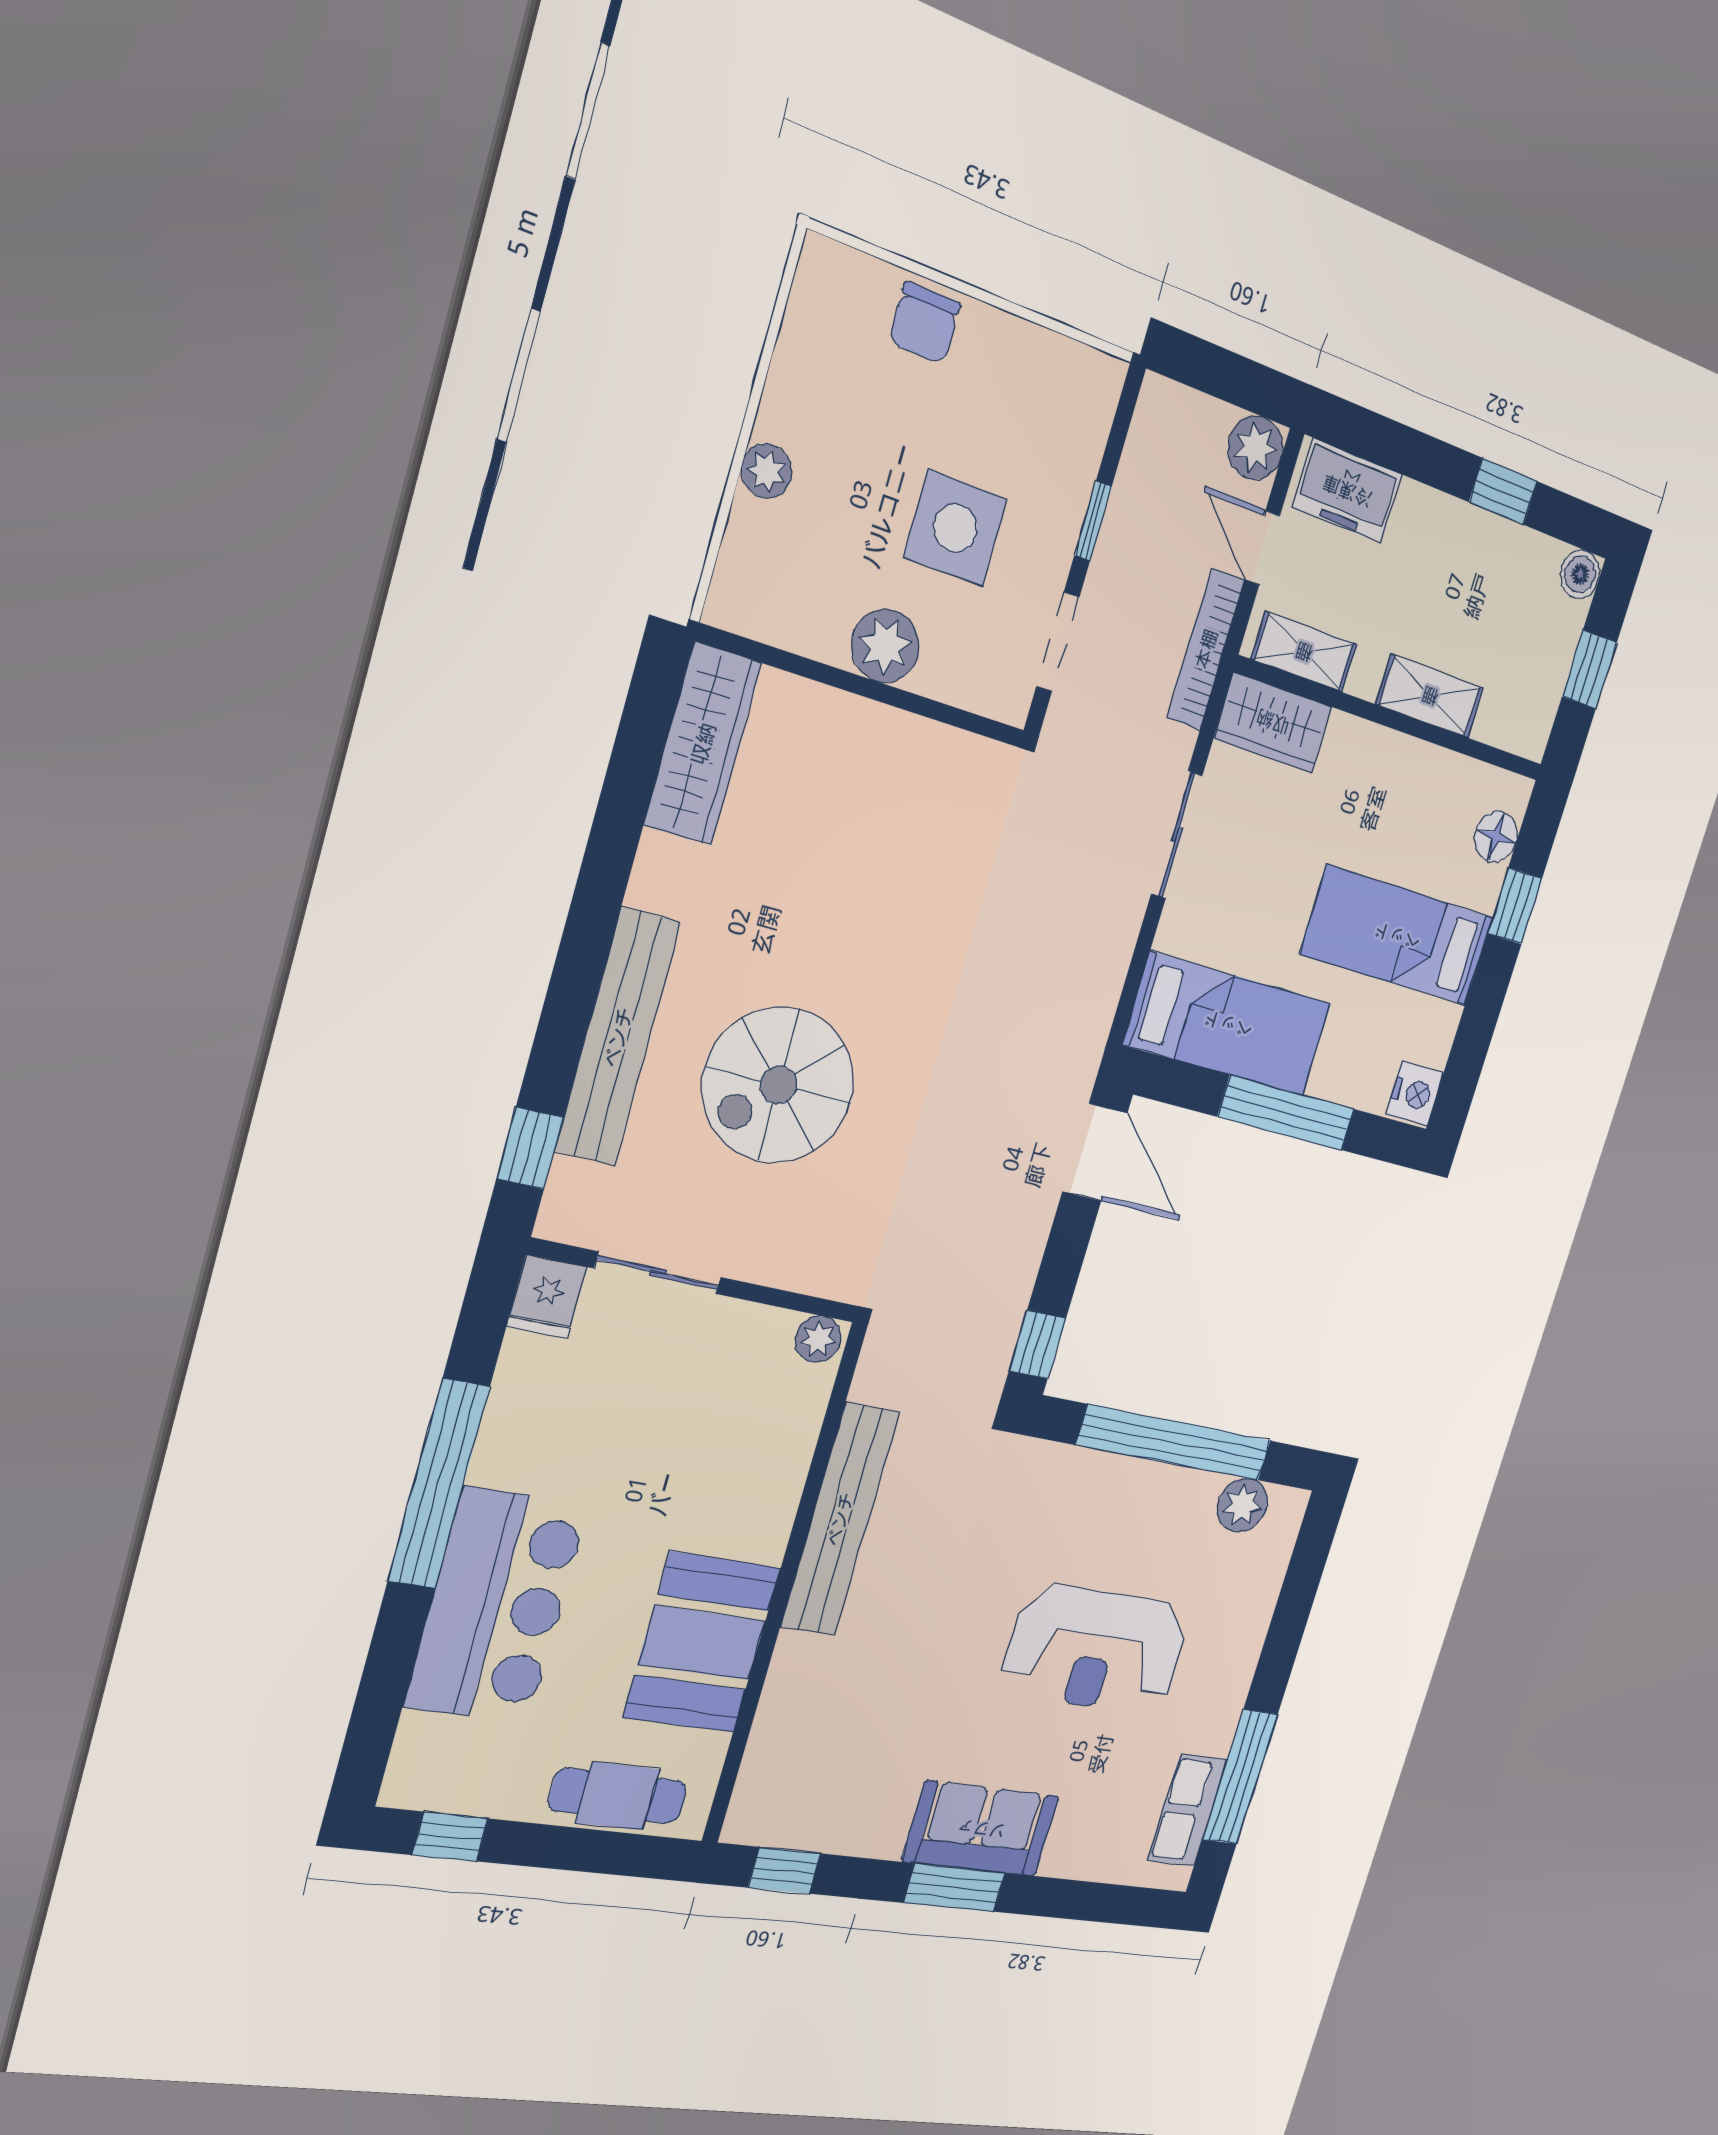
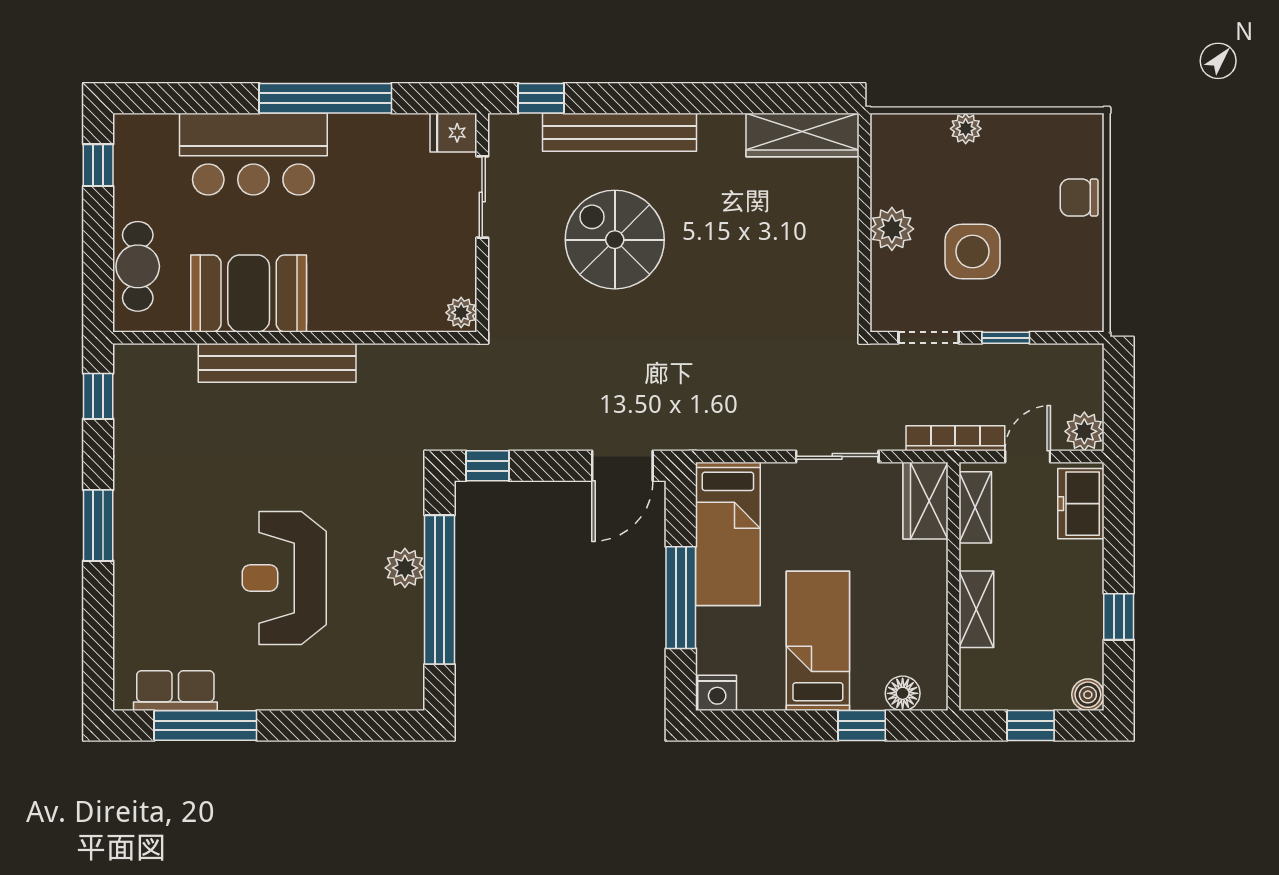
plant: (1242, 1505) -> (405, 568), moved
bench: (840, 1519) -> (277, 363), moved
sofa: (981, 1829) -> (144, 532), removed

